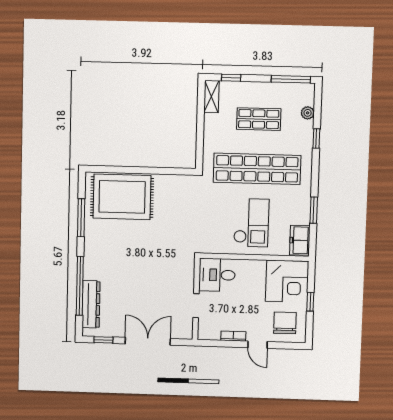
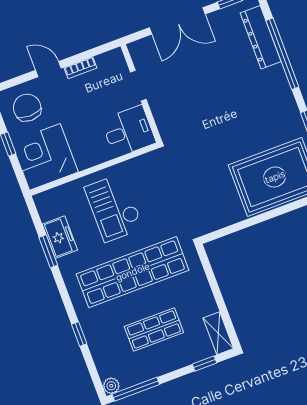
plant: (308, 113) -> (111, 386), moved
freezer: (300, 240) -> (60, 237), moved
chair: (285, 323) -> (27, 108), turned 180

